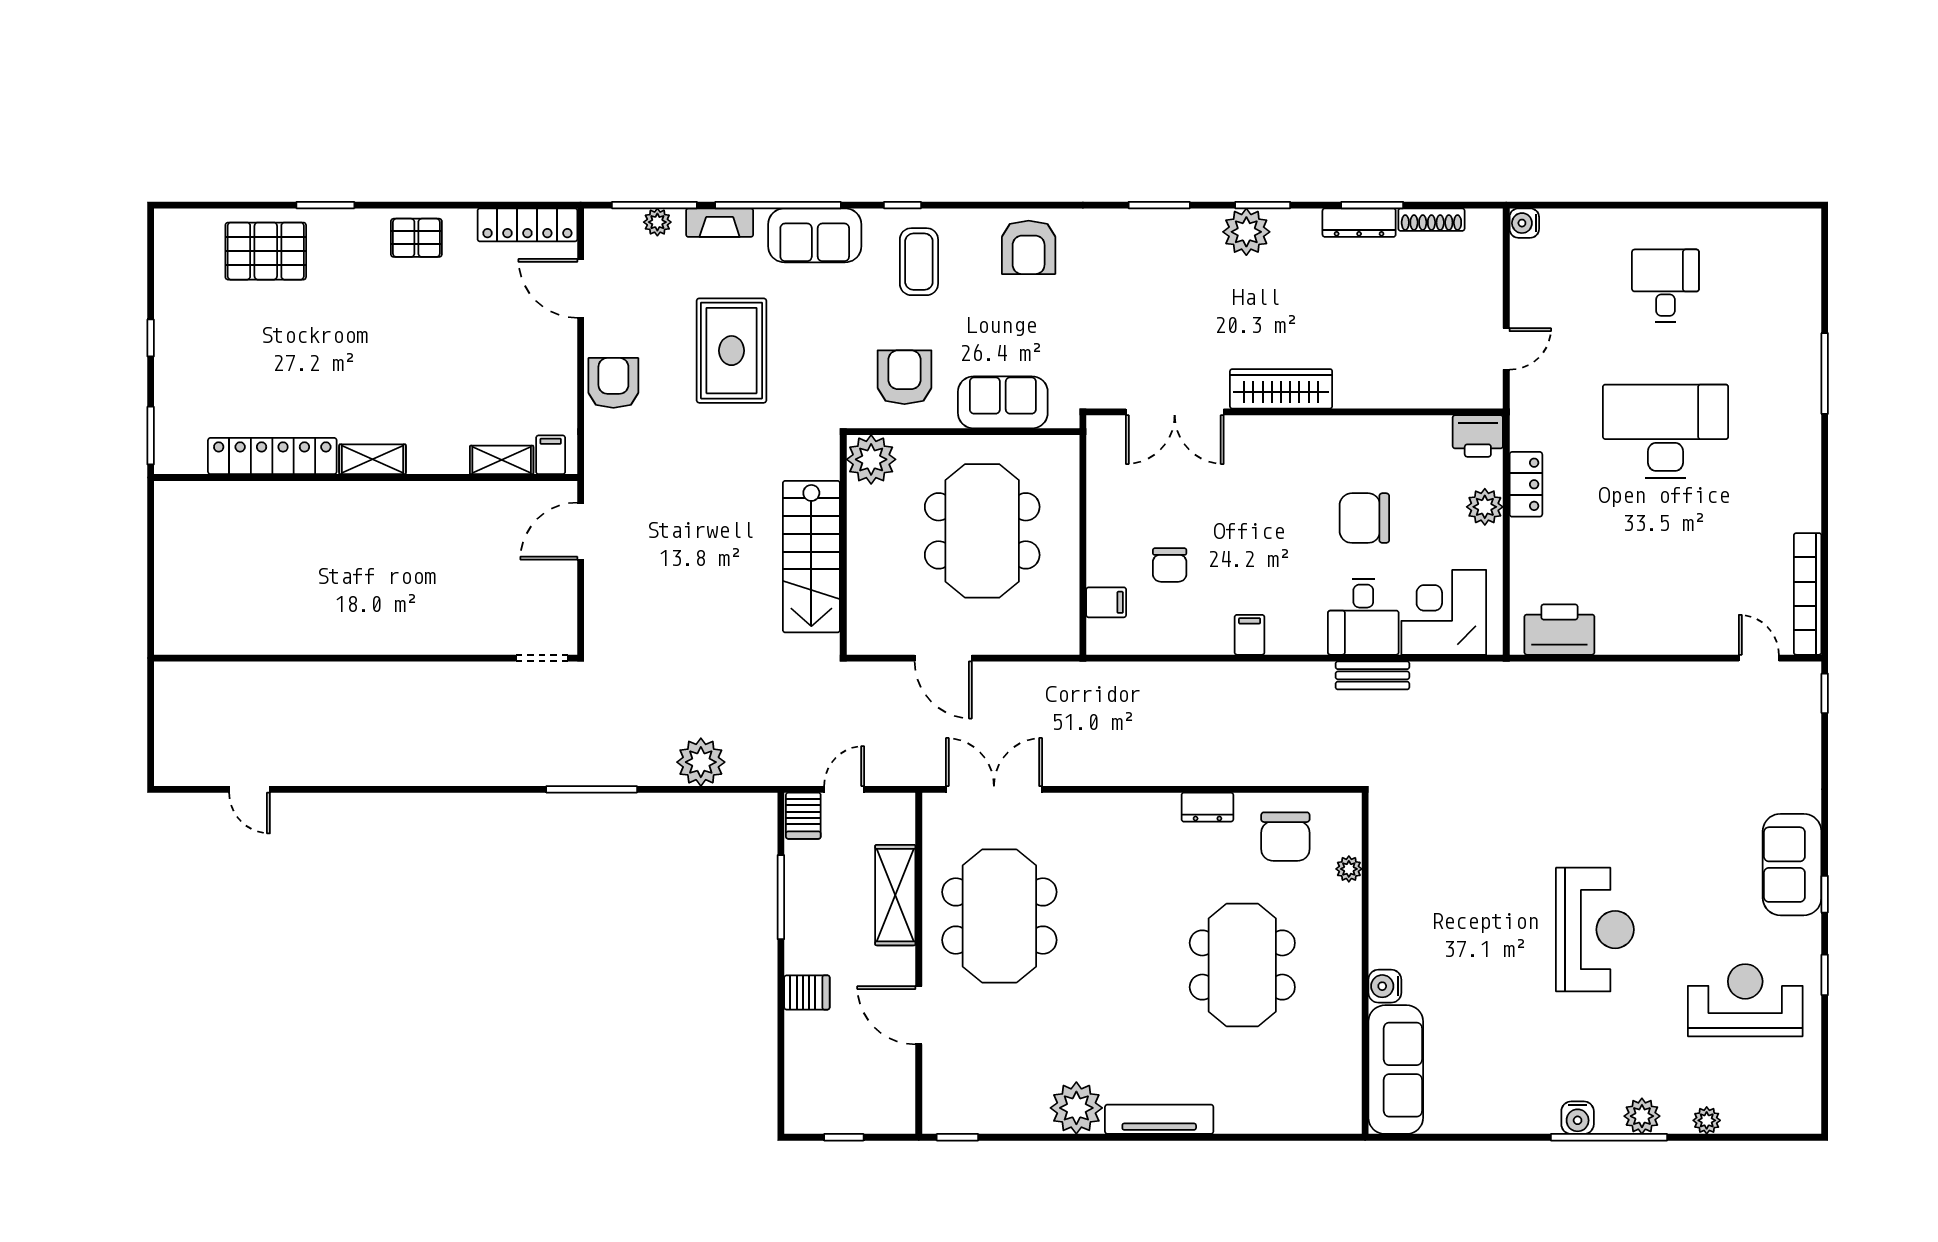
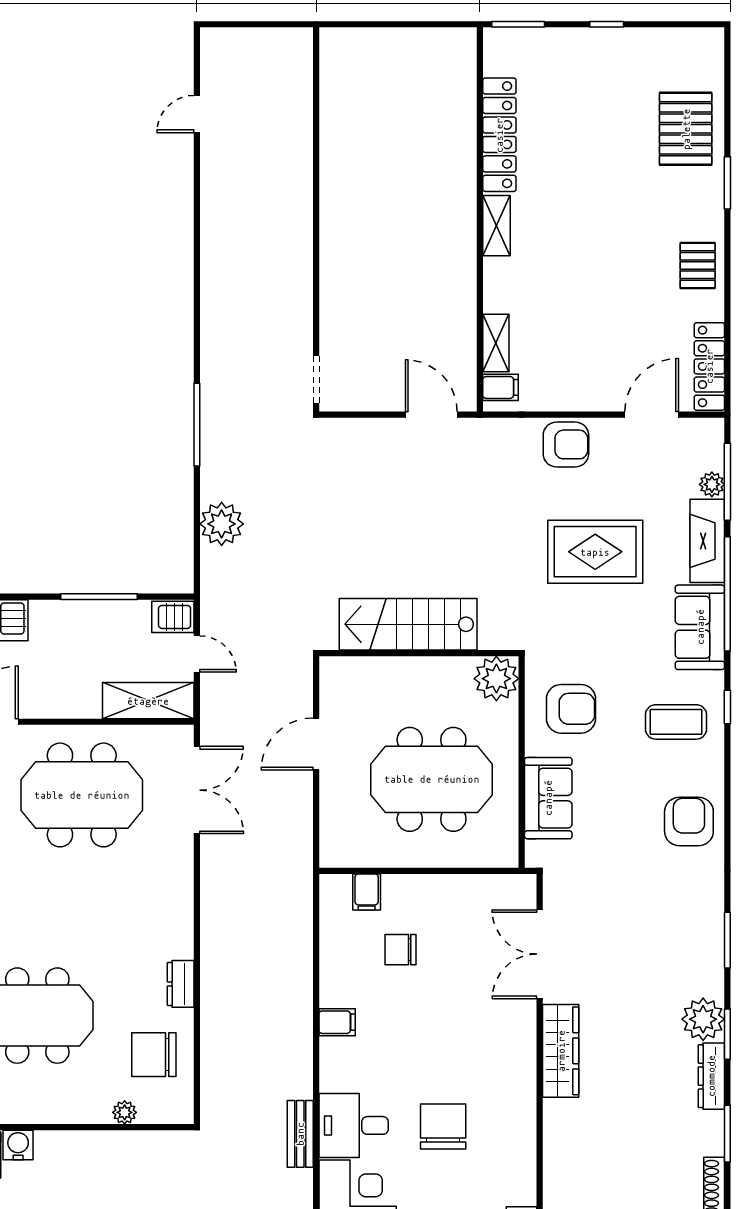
fireplace: (720, 223) -> (707, 541), width x1.37, depth x1.32
dresser: (1359, 223) -> (711, 1076), moved
armchair: (1029, 247) -> (689, 821), turned 90
shelving: (895, 895) -> (148, 701), moved

